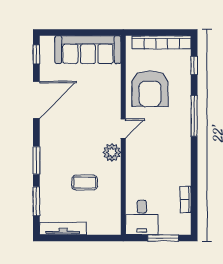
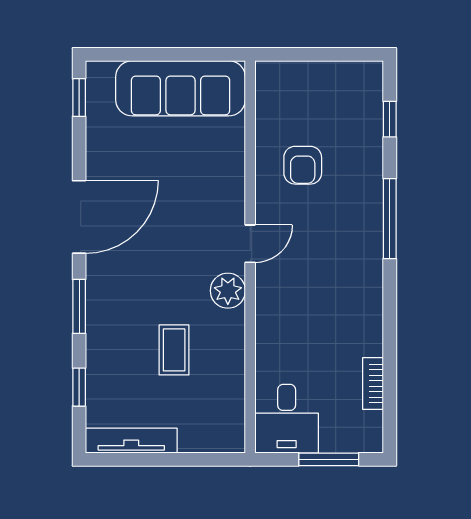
bookcase: (162, 42) -> (326, 74), removed
armchair: (150, 89) -> (303, 165), width x0.53, depth x0.53
door: (36, 100) -> (79, 217), moved
coffee table: (85, 182) -> (174, 350), turned 90
window: (36, 201) -> (79, 387), width x0.67

